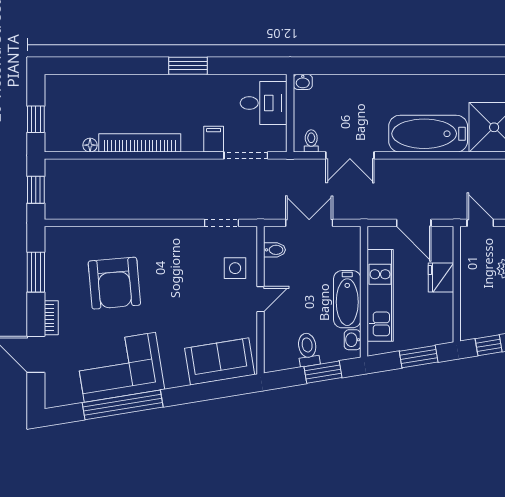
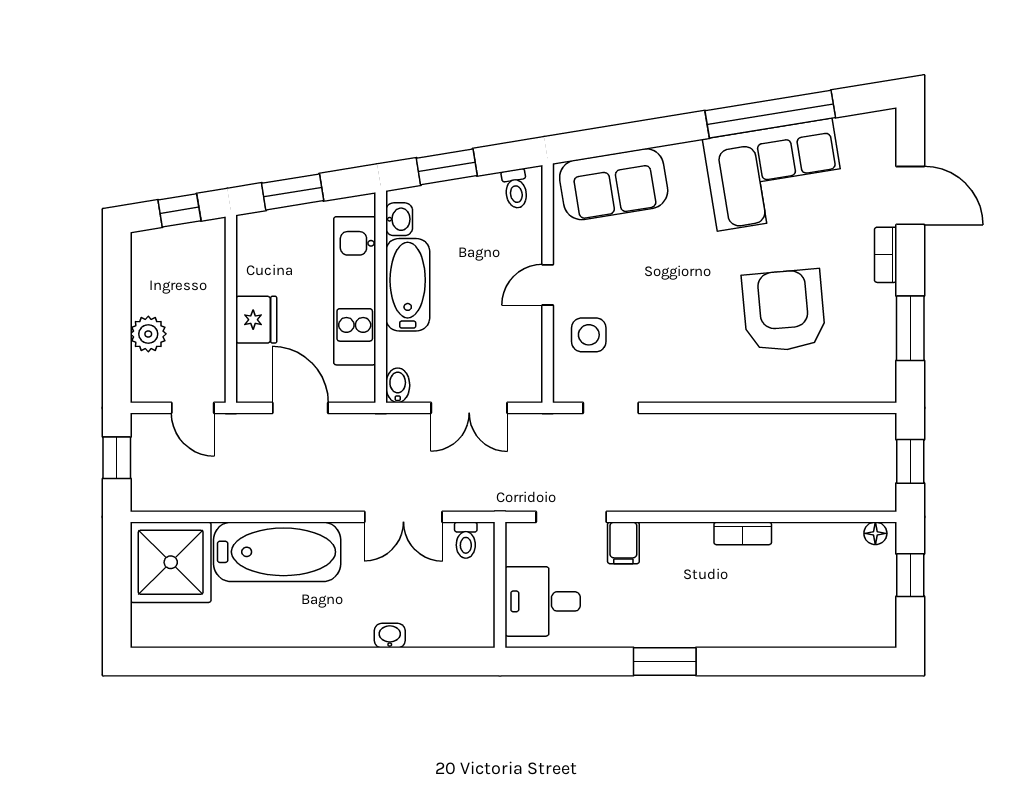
washbasin: (303, 82) -> (390, 636), moved
bookcase: (140, 143) -> (743, 533), width x0.43, depth x0.76
floor lamp: (90, 145) -> (875, 533), moved
double door: (350, 155) -> (403, 517), swing flipped
bidet: (275, 250) -> (398, 385), moved, turned 90
toilet: (308, 349) -> (515, 189), moved, width x0.73, depth x0.72

